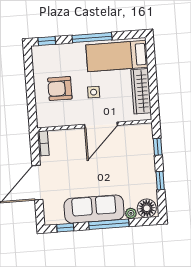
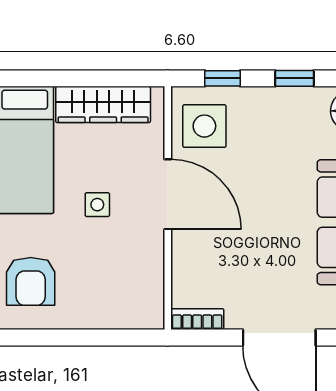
armchair: (60, 89) -> (31, 281), moved
side table: (134, 140) -> (204, 126), added

